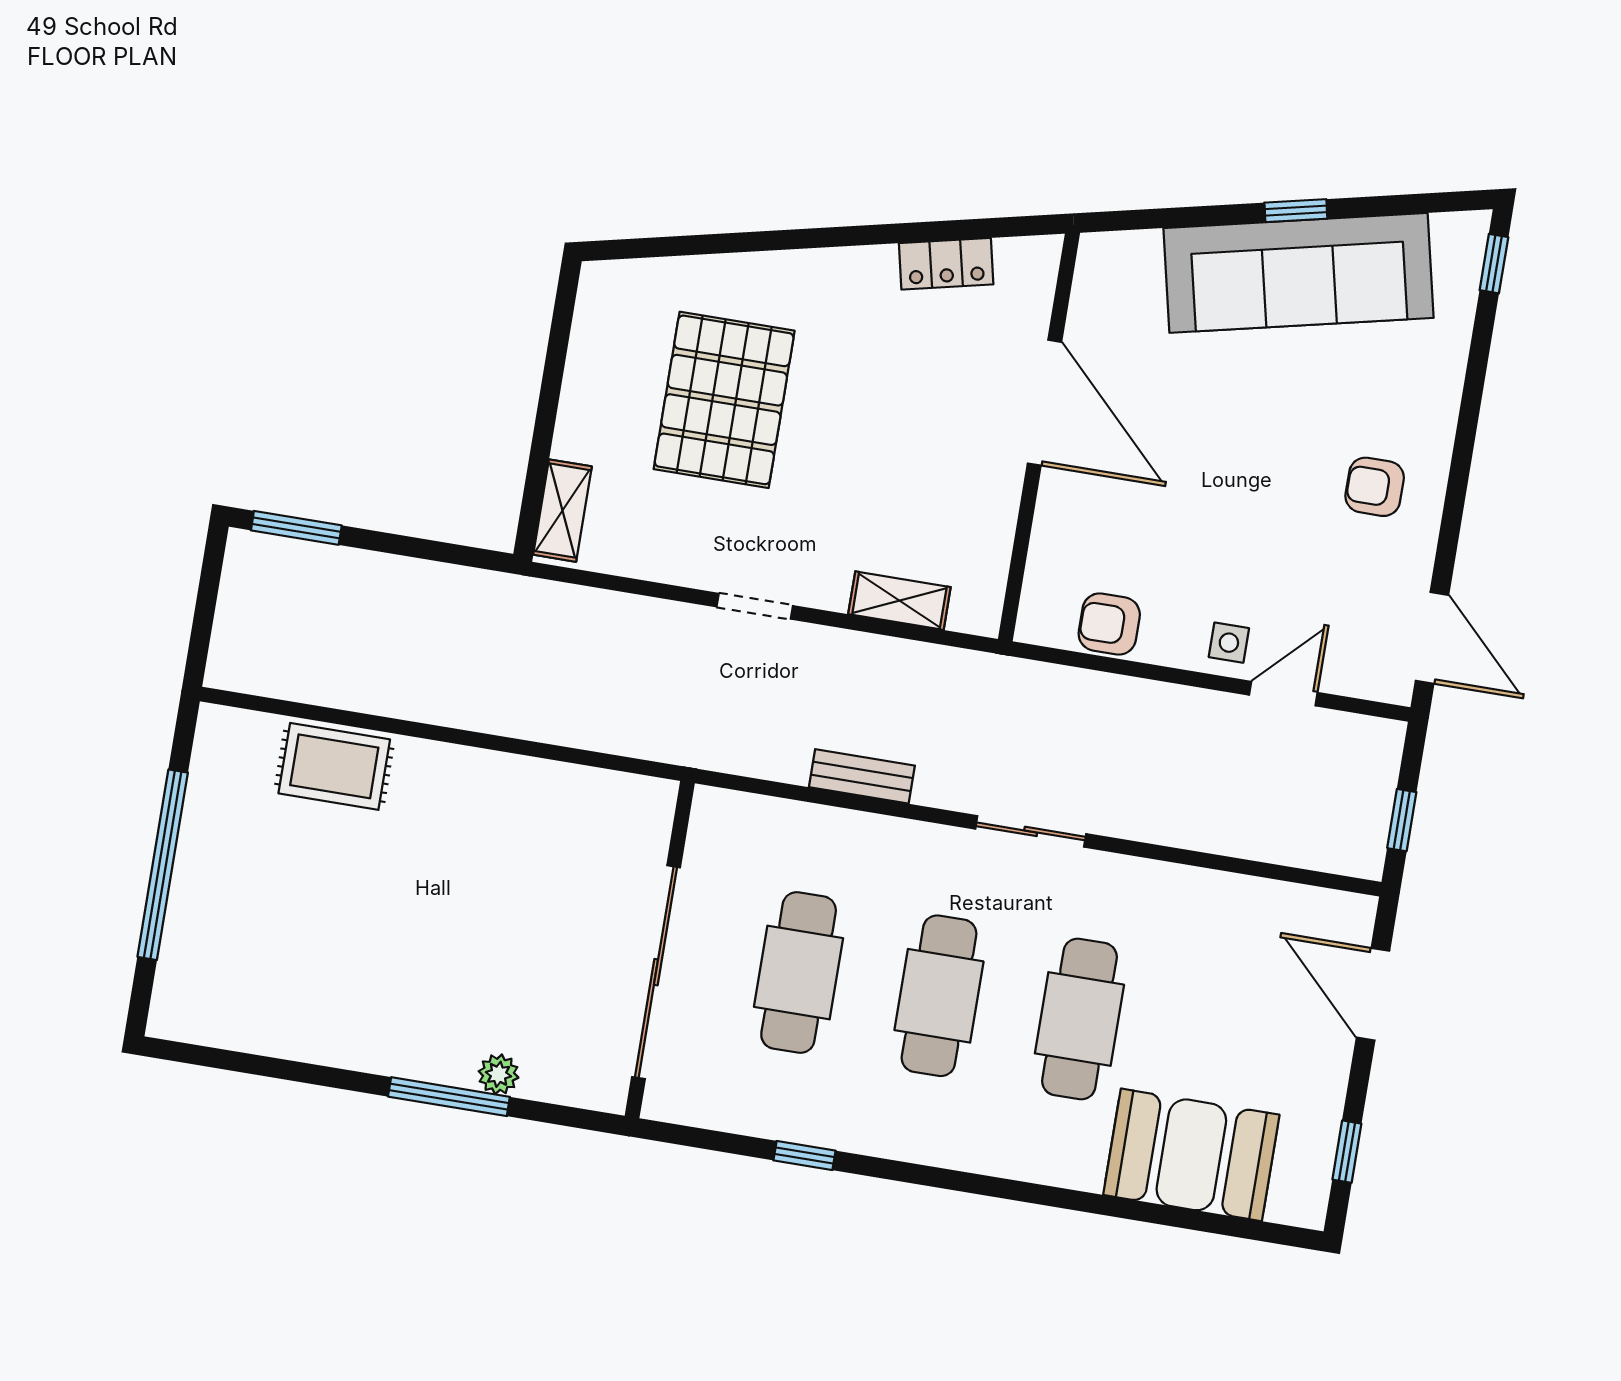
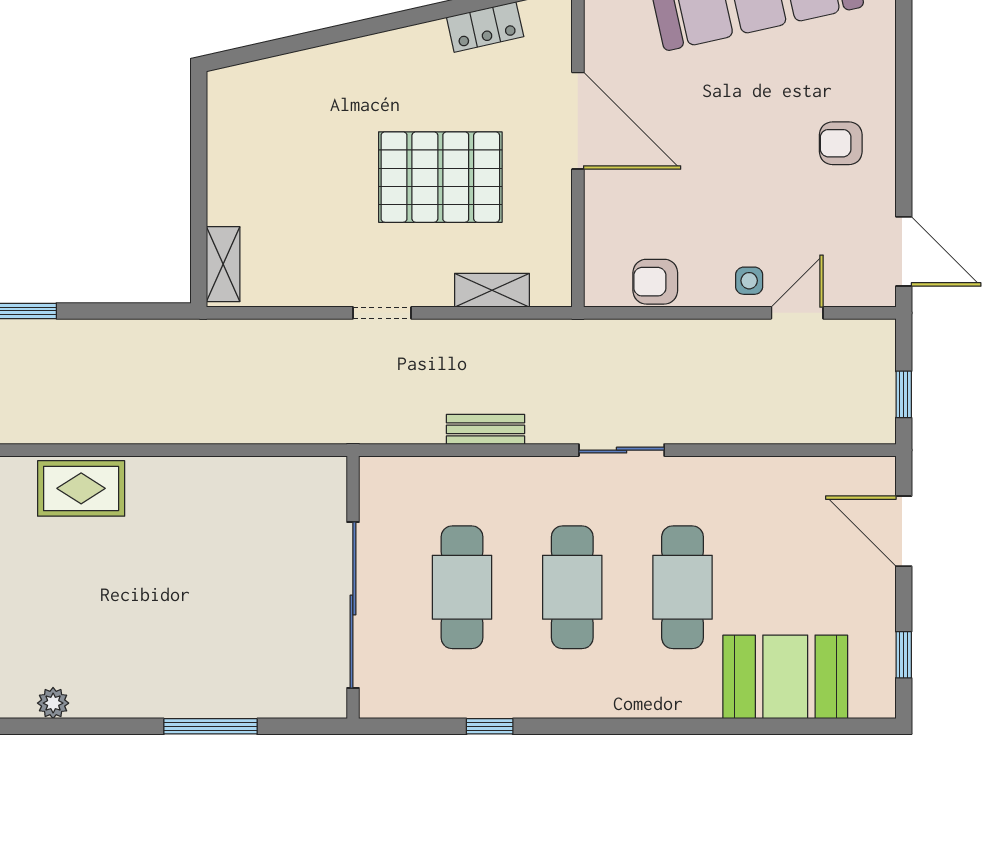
pallet: (724, 400) -> (440, 177), moved, turned 90
plant: (499, 1074) -> (53, 703), moved

